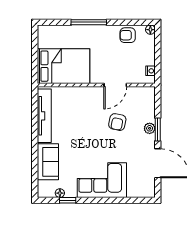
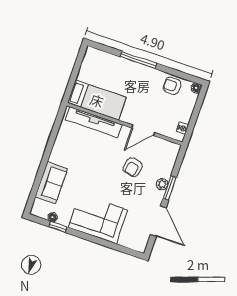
bed: (63, 66) -> (97, 100), width x0.67
tv unit: (44, 116) -> (94, 122), moved, turned 90

